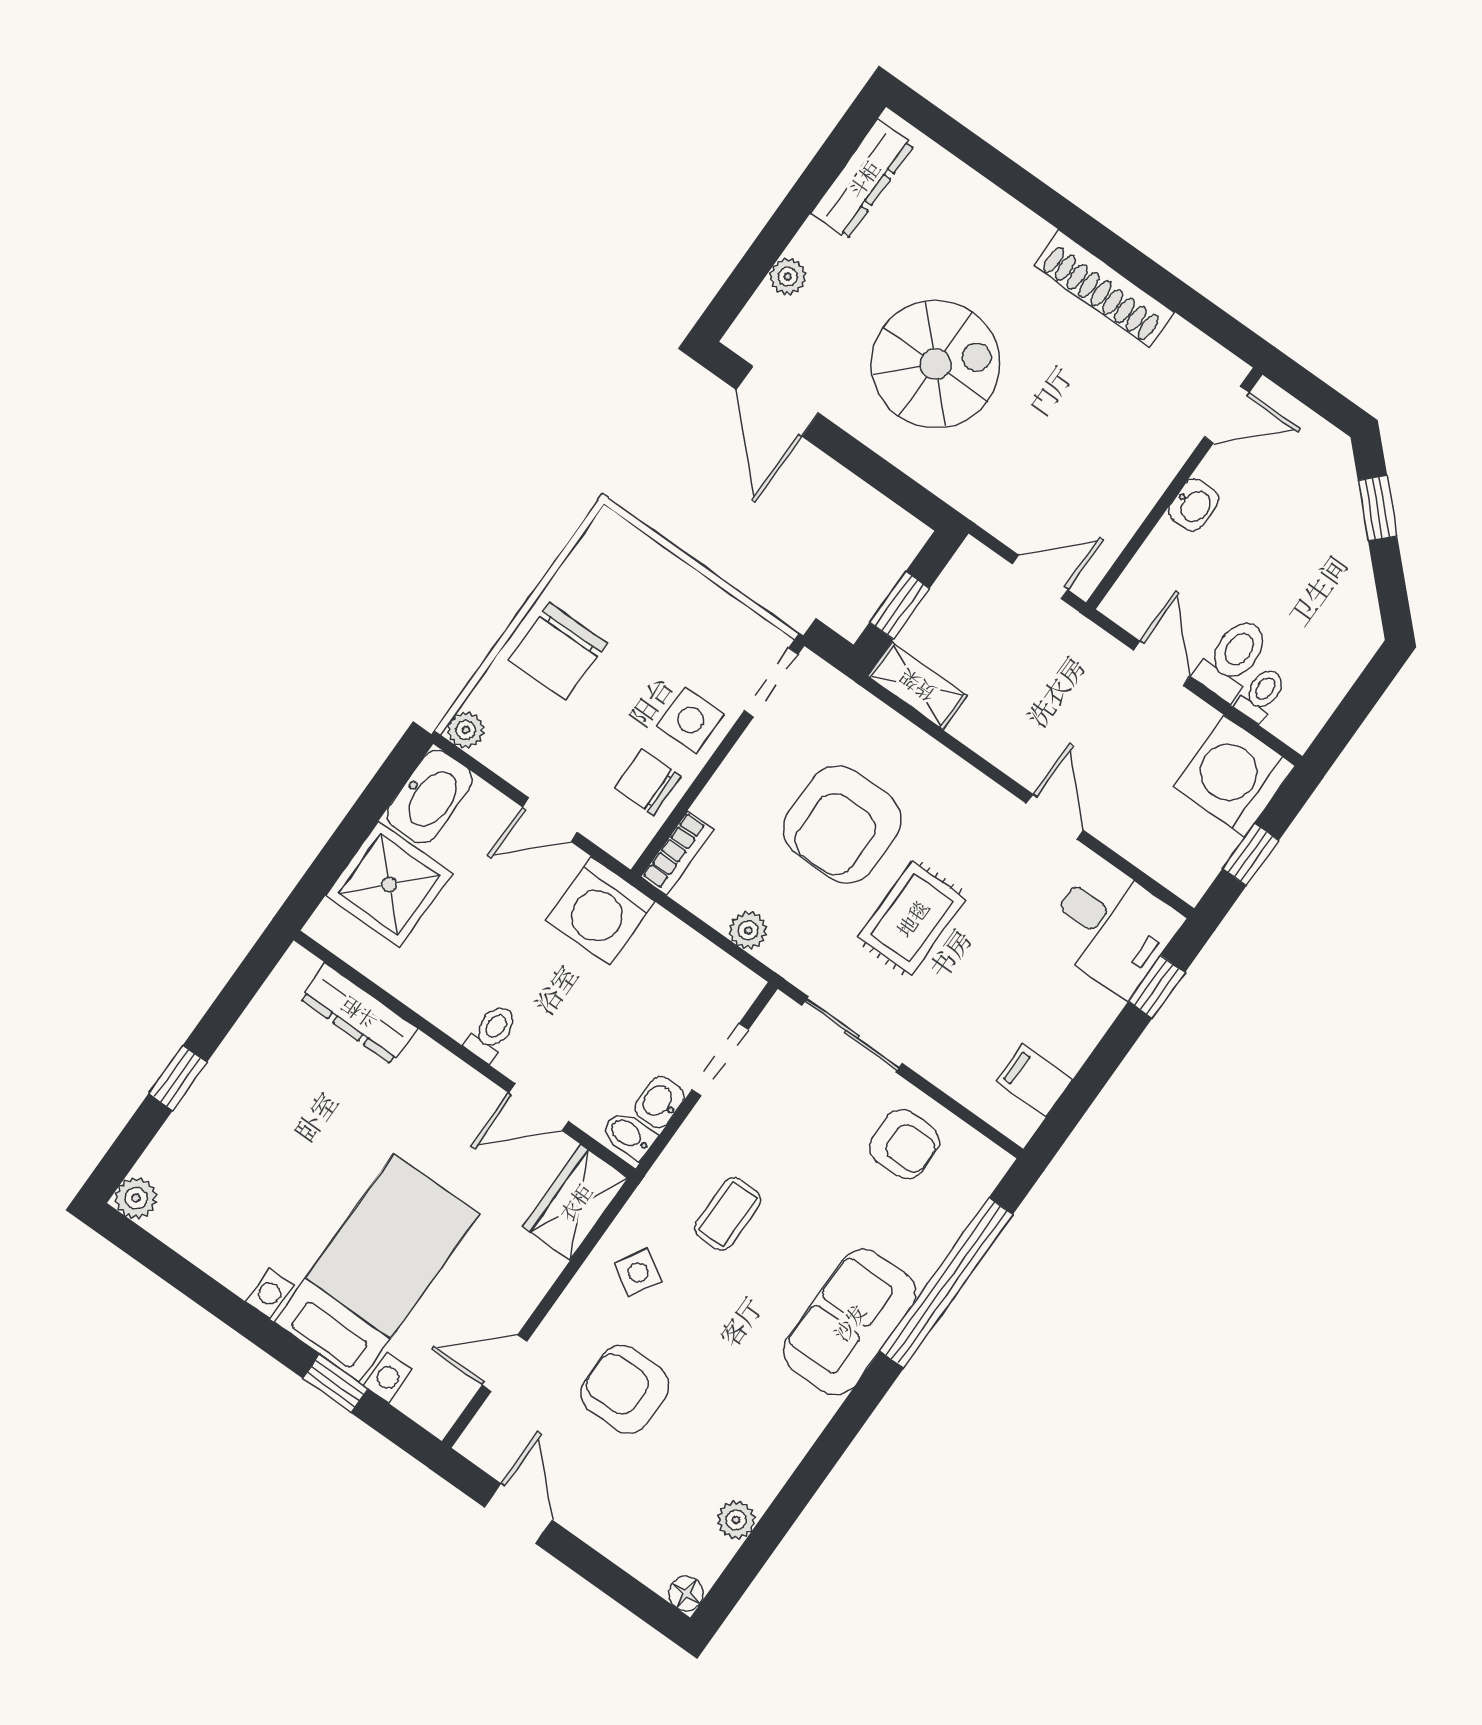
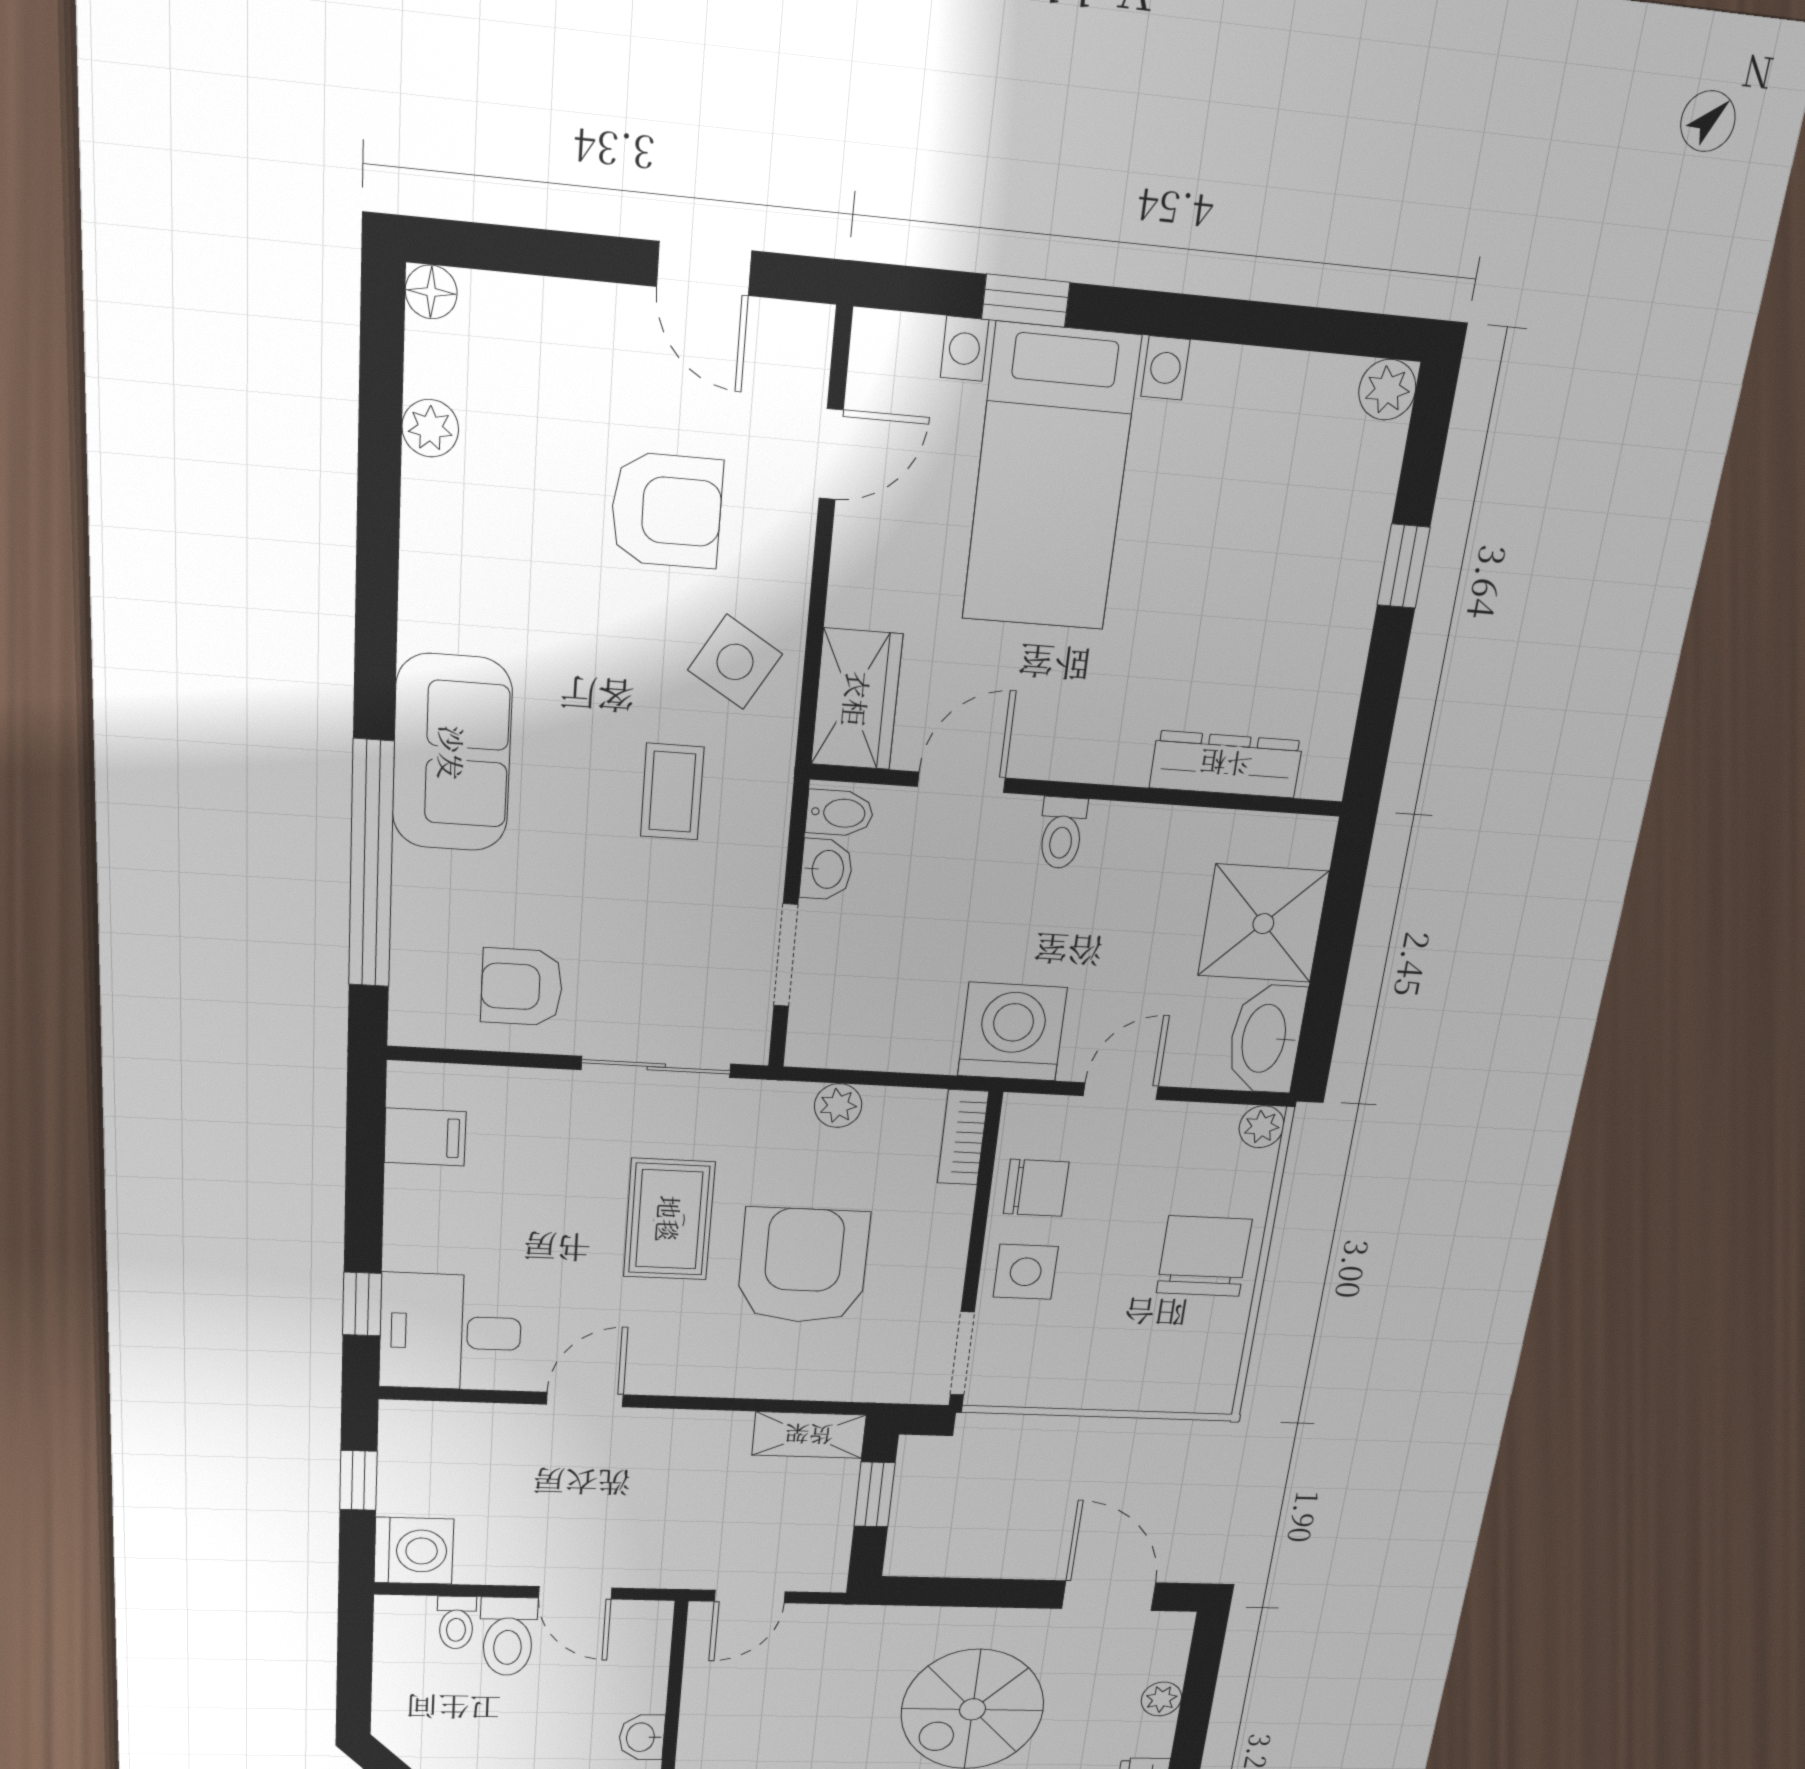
washing machine: (1234, 776) -> (414, 1551), width x0.73, depth x0.73
door: (1055, 817) -> (585, 1400), swing flipped
side table: (638, 1272) -> (735, 662), width x1.37, depth x1.37

